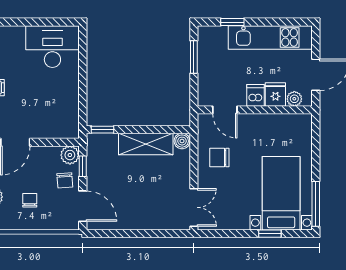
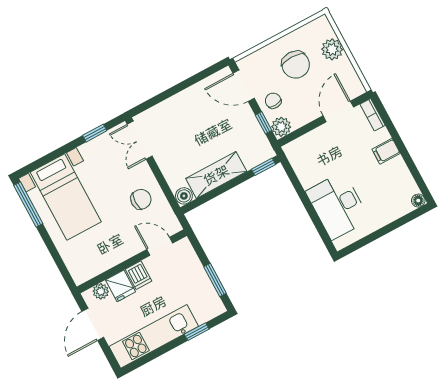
desk: (52, 47) -> (338, 206), moved, turned 90
chair: (30, 200) -> (296, 65), width x1.87, depth x1.87
window: (270, 234) -> (95, 133), moved

